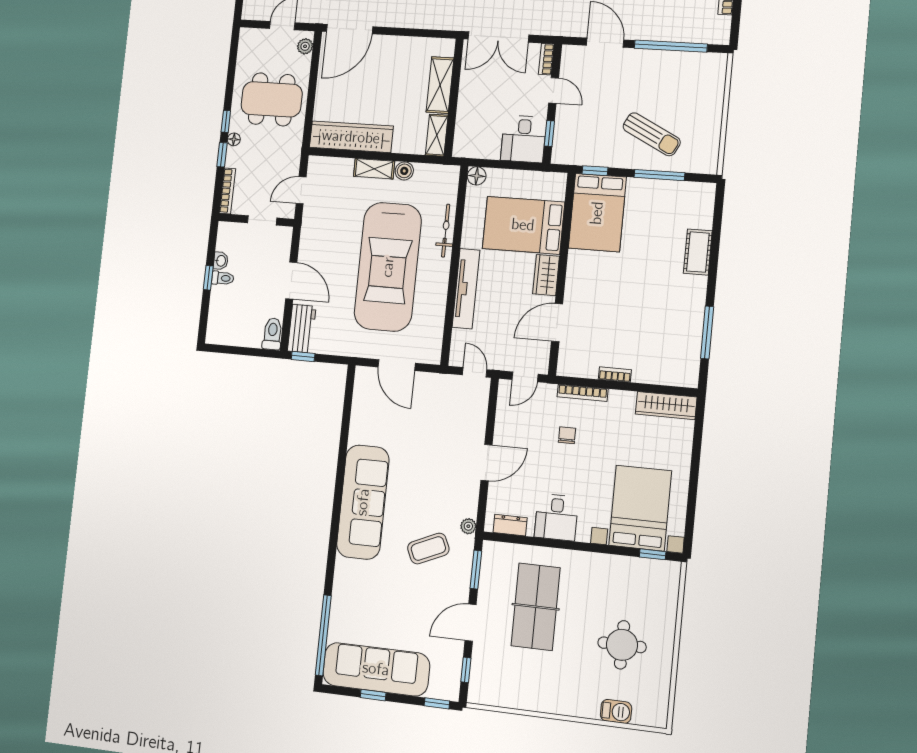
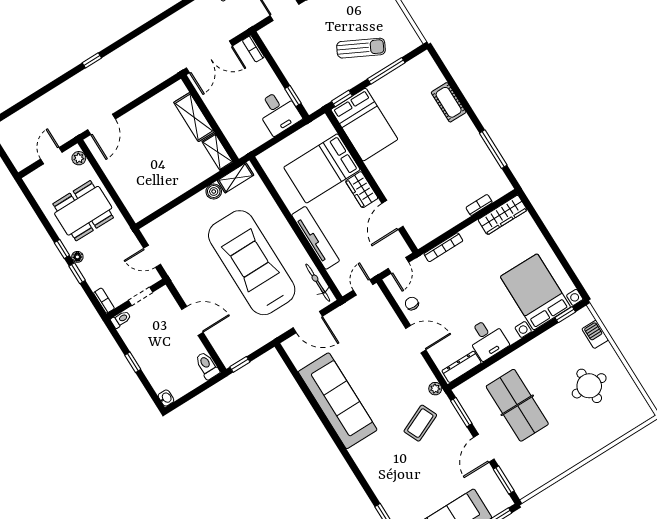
door: (350, 29) -> (101, 124), width x0.73
door: (554, 90) -> (274, 66), removed
wardrobe: (351, 137) -> (159, 195), removed
shelving: (374, 169) -> (236, 178), moved
floor lamp: (477, 176) -> (266, 159), removed
door: (301, 190) -> (152, 256), hinge flipped
bookcase: (227, 191) -> (104, 301), width x0.64
bicycle: (446, 231) -> (318, 283), moved
washbasin: (221, 261) -> (166, 398), moved
car: (388, 267) -> (252, 263), turned 180
toilet: (223, 278) -> (121, 319), moved
workbench: (302, 329) -> (225, 347), removed
door: (475, 372) -> (363, 287), hinge flipped
bookcase: (615, 375) -> (479, 205), moved
chair: (567, 435) -> (412, 304), moved
door: (487, 463) -> (416, 339), hinge flipped
sofa: (363, 502) -> (338, 401), moved
dresser: (510, 525) -> (462, 367), width x1.44
window: (466, 670) -> (504, 480), width x1.50
barbecue: (616, 711) -> (595, 334), moved, turned -90

